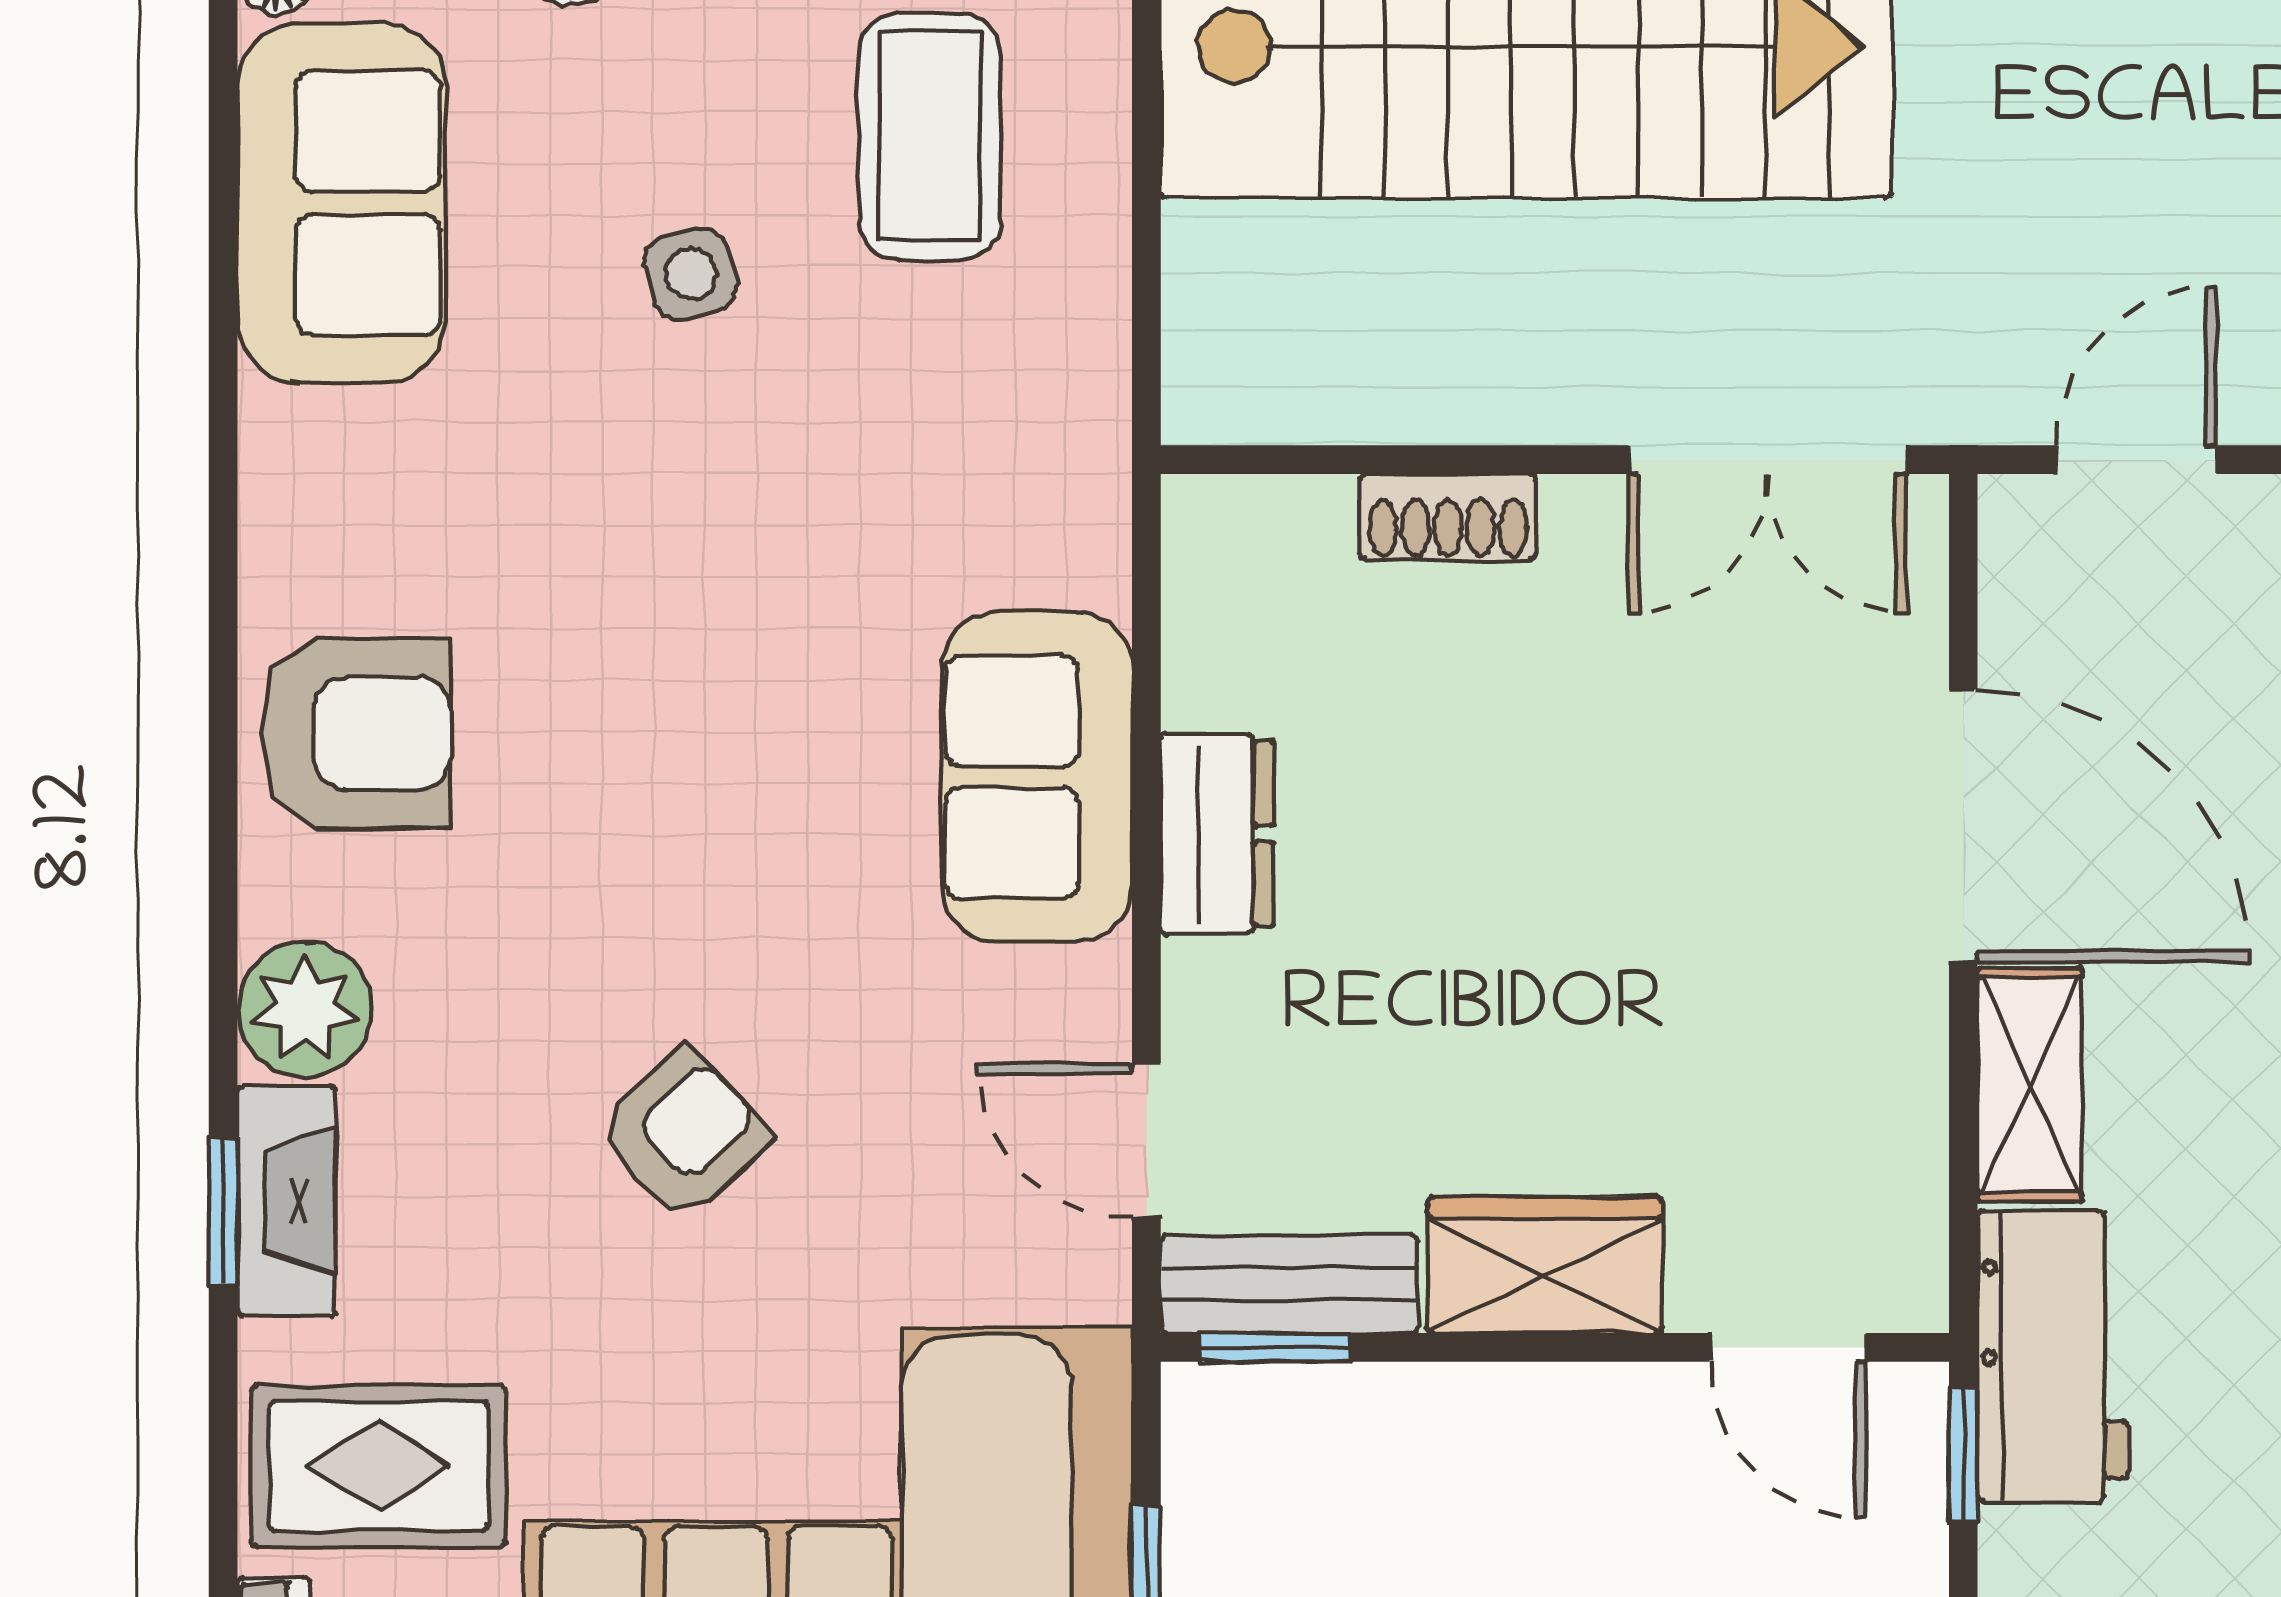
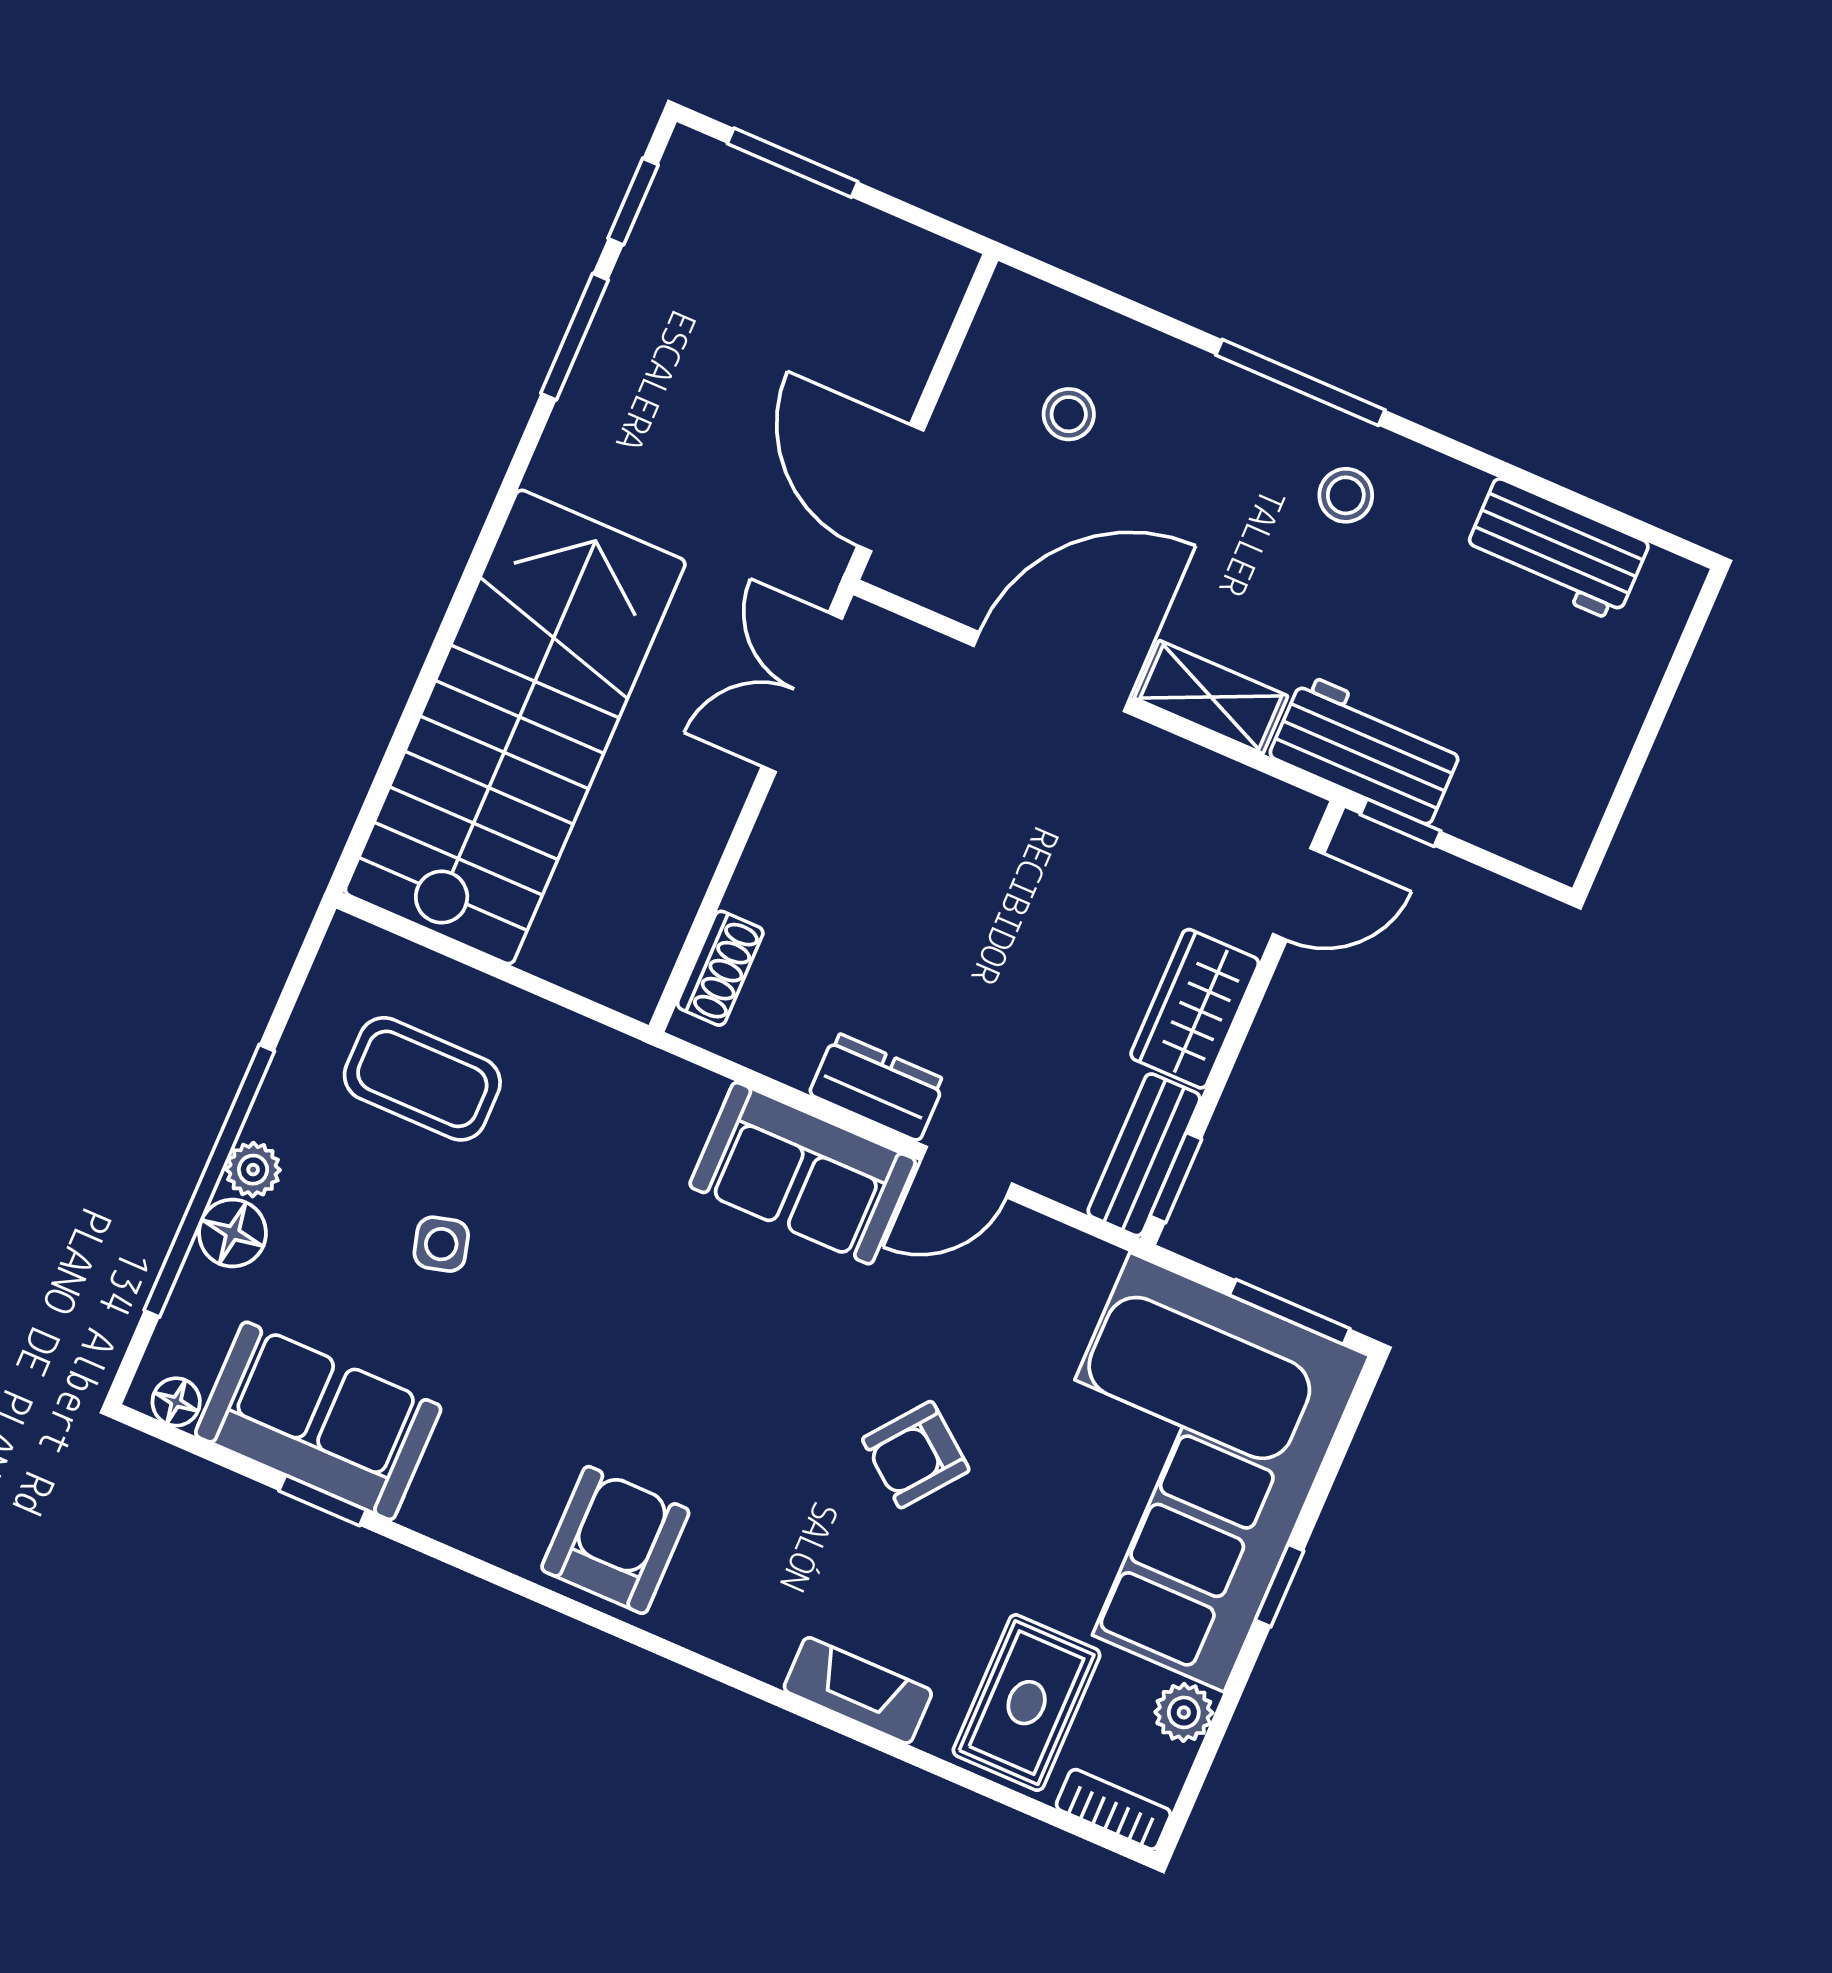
double door: (1768, 460) -> (802, 692), swing flipped
door: (2137, 460) -> (890, 488), width x1.38
shoe rack: (1448, 517) -> (720, 968), moved
plant: (305, 1009) -> (756, 1634), removed
armchair: (683, 1134) -> (916, 1455), turned -99
door: (1146, 1141) -> (966, 1172), moved
window: (223, 1212) -> (323, 1500), moved

